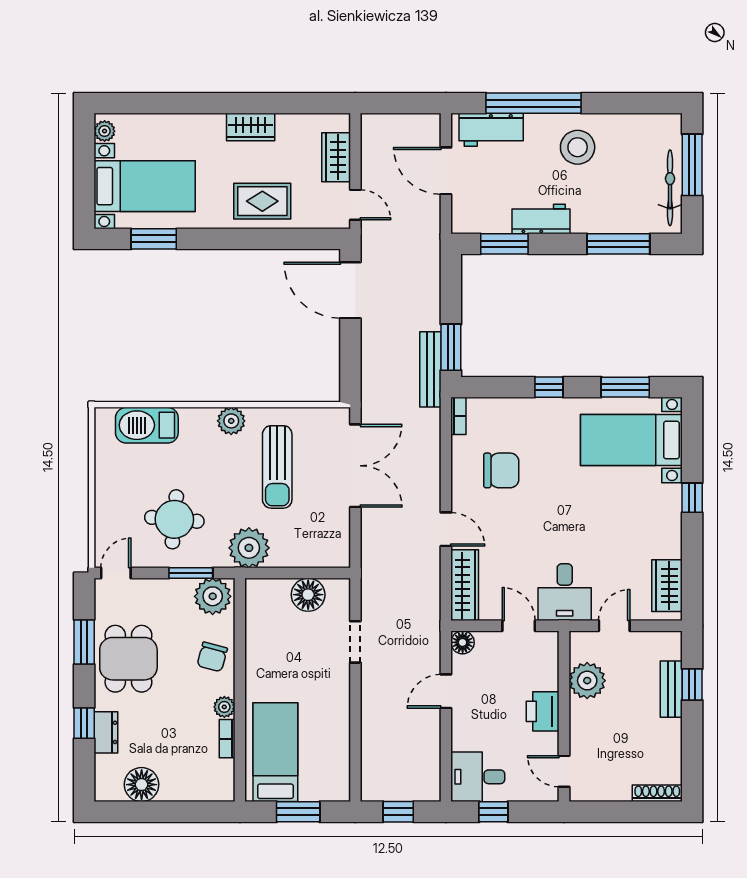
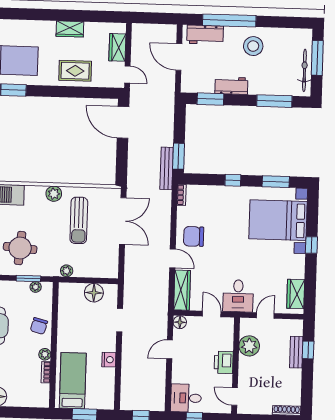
bed with nightstands: (631, 440) -> (278, 220), width x1.36
chair: (501, 470) -> (194, 236), moved, turned 180
plant: (249, 548) -> (67, 271), width x0.53, depth x0.53
plant: (213, 596) -> (36, 287), width x0.53, depth x0.53
nightstand: (338, 713) -> (109, 360), added

